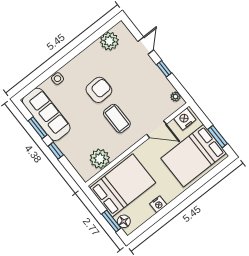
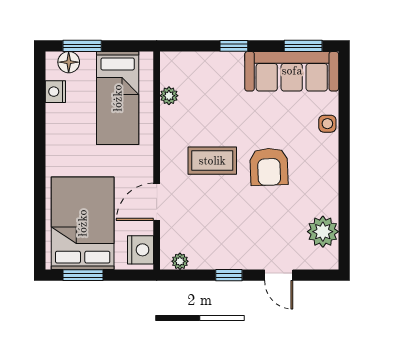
window: (38, 128) -> (303, 46), moved
plant: (100, 159) -> (169, 96), width x0.53, depth x0.53
bed: (123, 185) -> (118, 98), width x0.67
nightstand: (158, 204) -> (55, 92), moved

